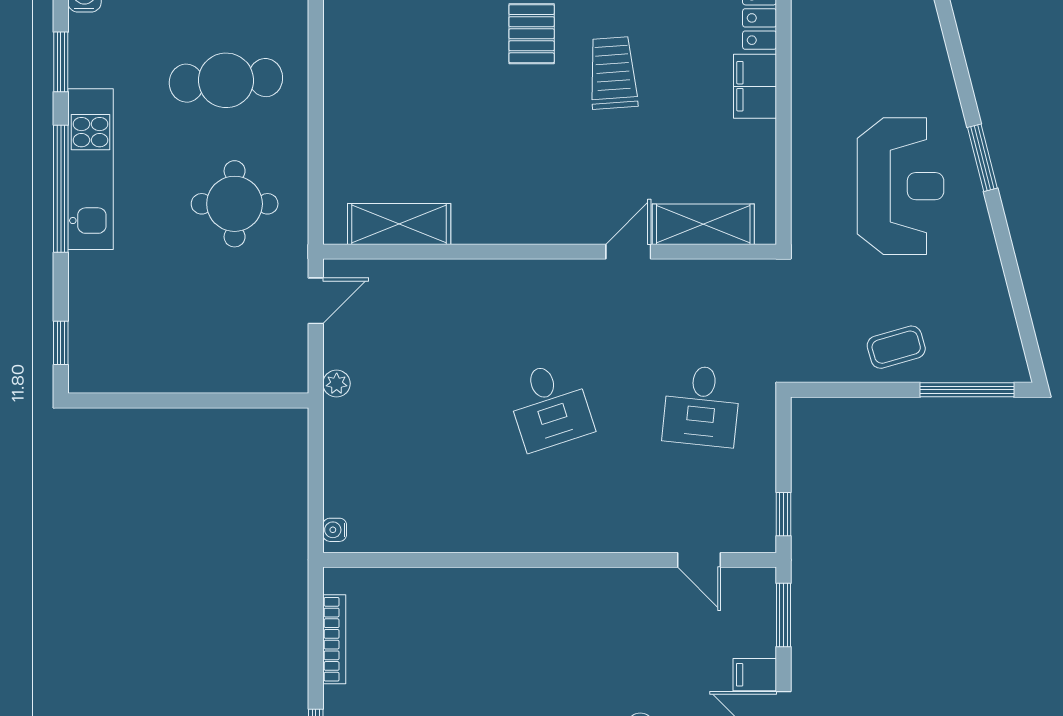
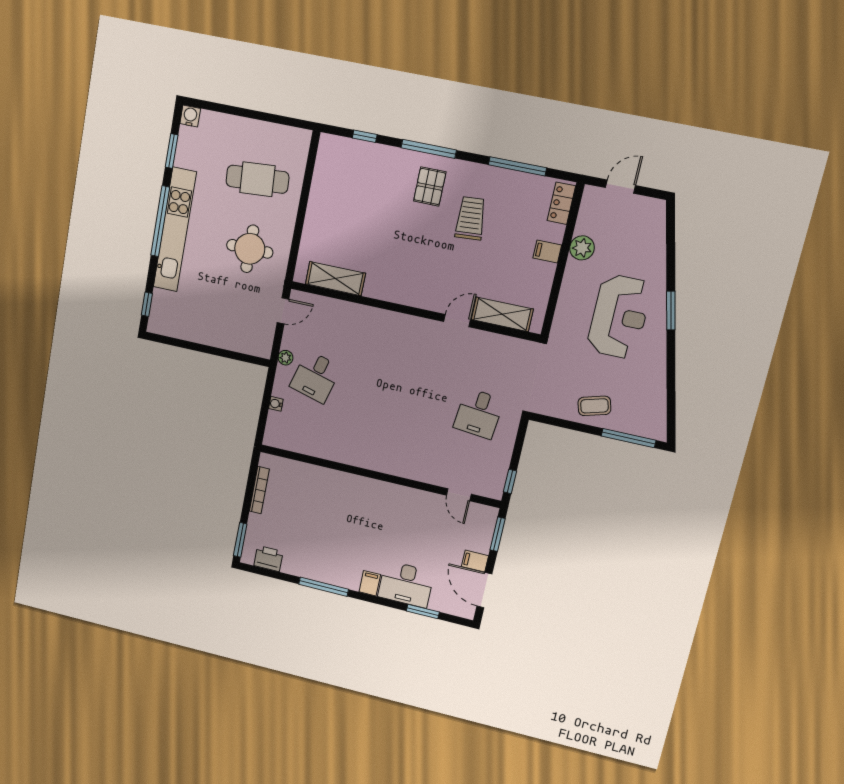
plant: (811, 84) -> (582, 248), added
filing cabinet: (755, 86) -> (547, 252), width x0.50
kitchen unit: (91, 169) -> (175, 230), width x1.36
desk: (550, 406) -> (315, 377), moved, turned 33
water cooler: (335, 530) -> (276, 404), moved

